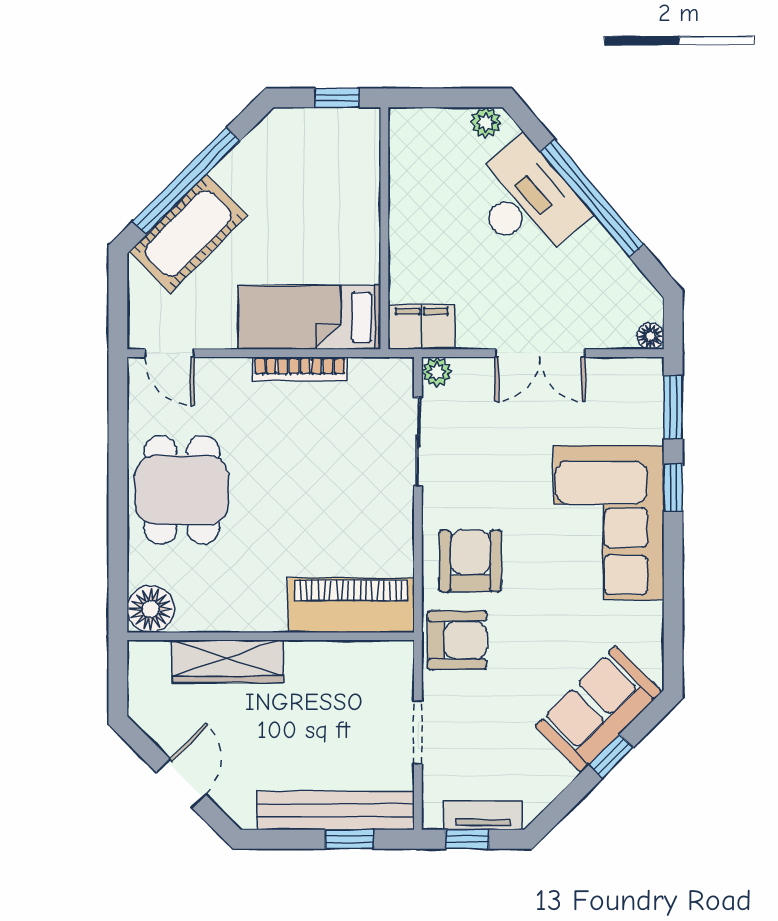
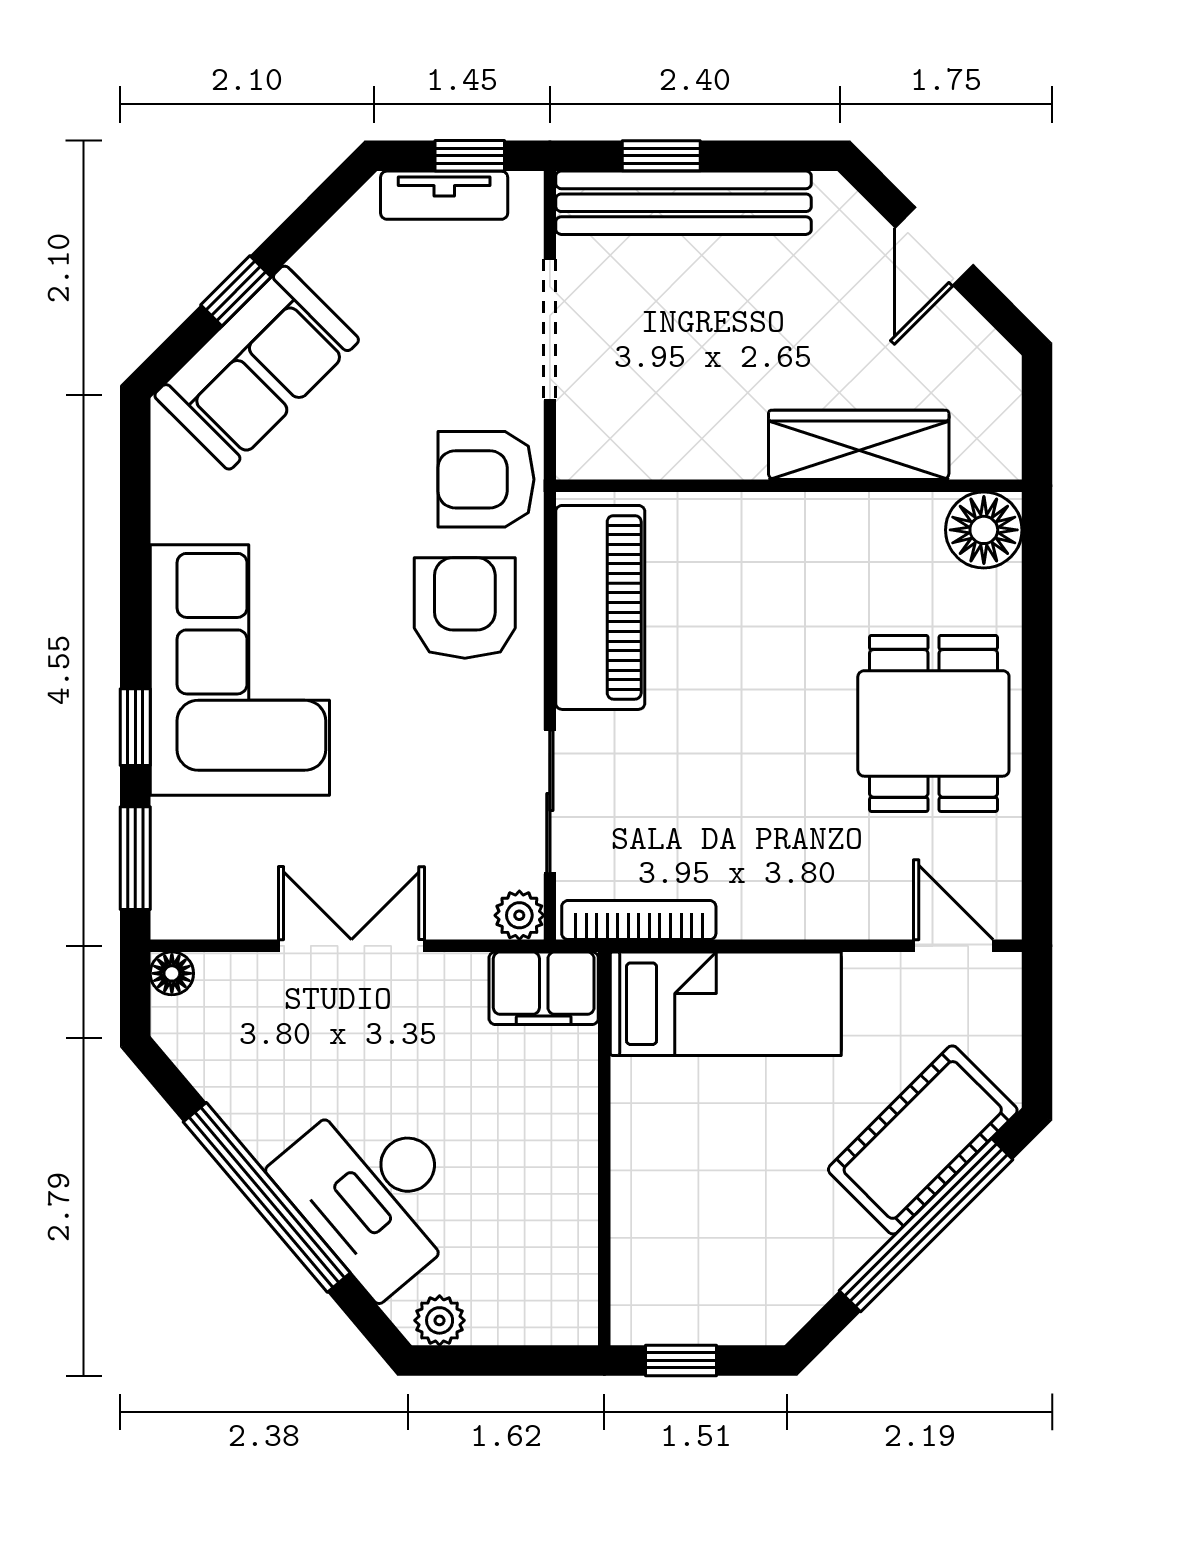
bookcase: (300, 369) -> (639, 920), moved
armchair: (470, 561) -> (465, 608), turned 180
piano: (351, 605) -> (600, 607), moved, turned -90
doorway: (418, 732) -> (550, 330), width x1.38

